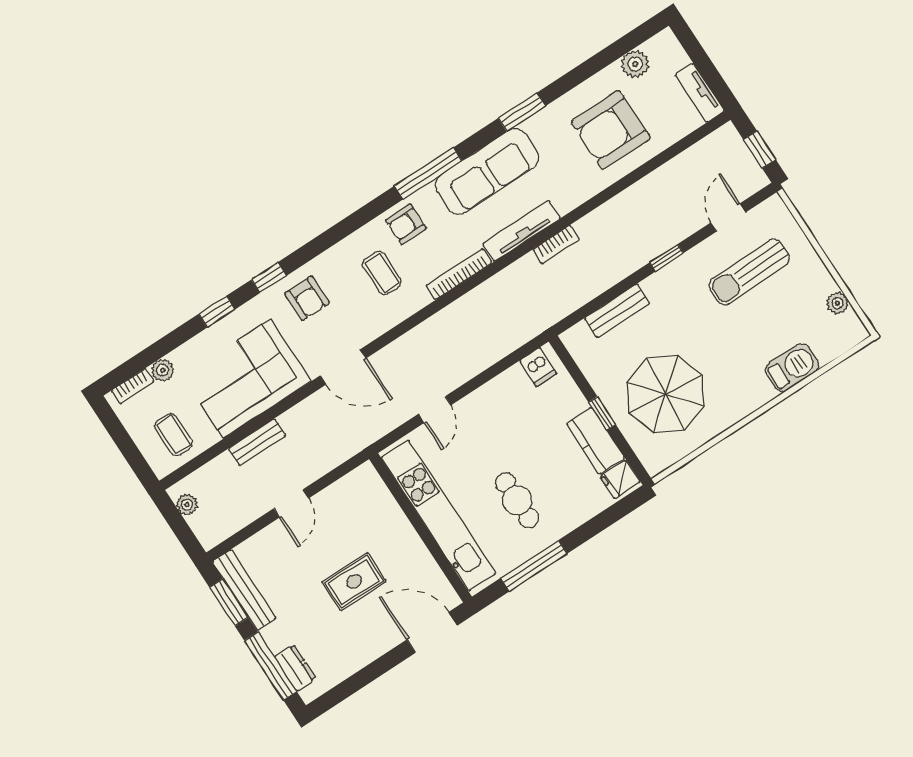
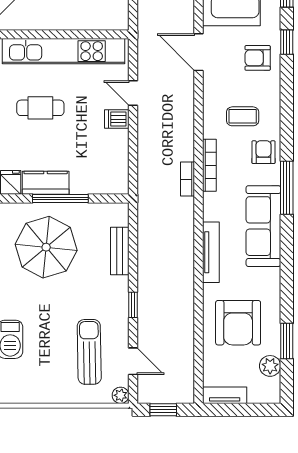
window: (522, 112) -> (287, 341), moved
armchair: (611, 130) -> (238, 323), turned 180
tv unit: (522, 231) -> (211, 252), moved
bookcase: (556, 245) -> (188, 179), moved
plant: (838, 303) -> (121, 395), moved
door: (343, 367) -> (199, 52), hinge flipped
dishwasher: (538, 367) -> (117, 119), moved
window: (602, 413) -> (60, 198), width x2.17

